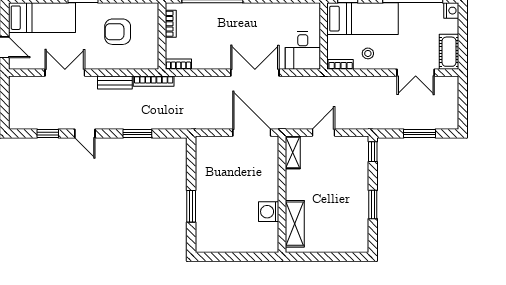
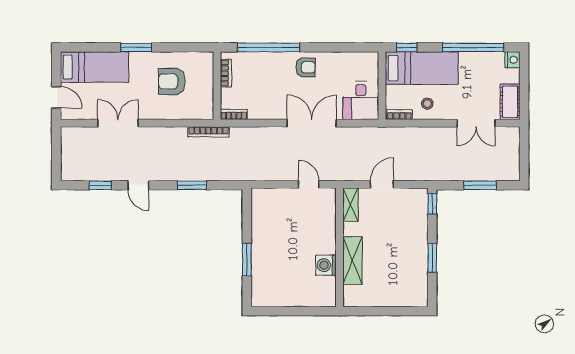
armchair: (249, 18) -> (306, 67), added
bench: (115, 83) -> (169, 133), removed
door: (252, 133) -> (309, 184), width x0.53
shelving: (295, 224) -> (352, 261), moved

